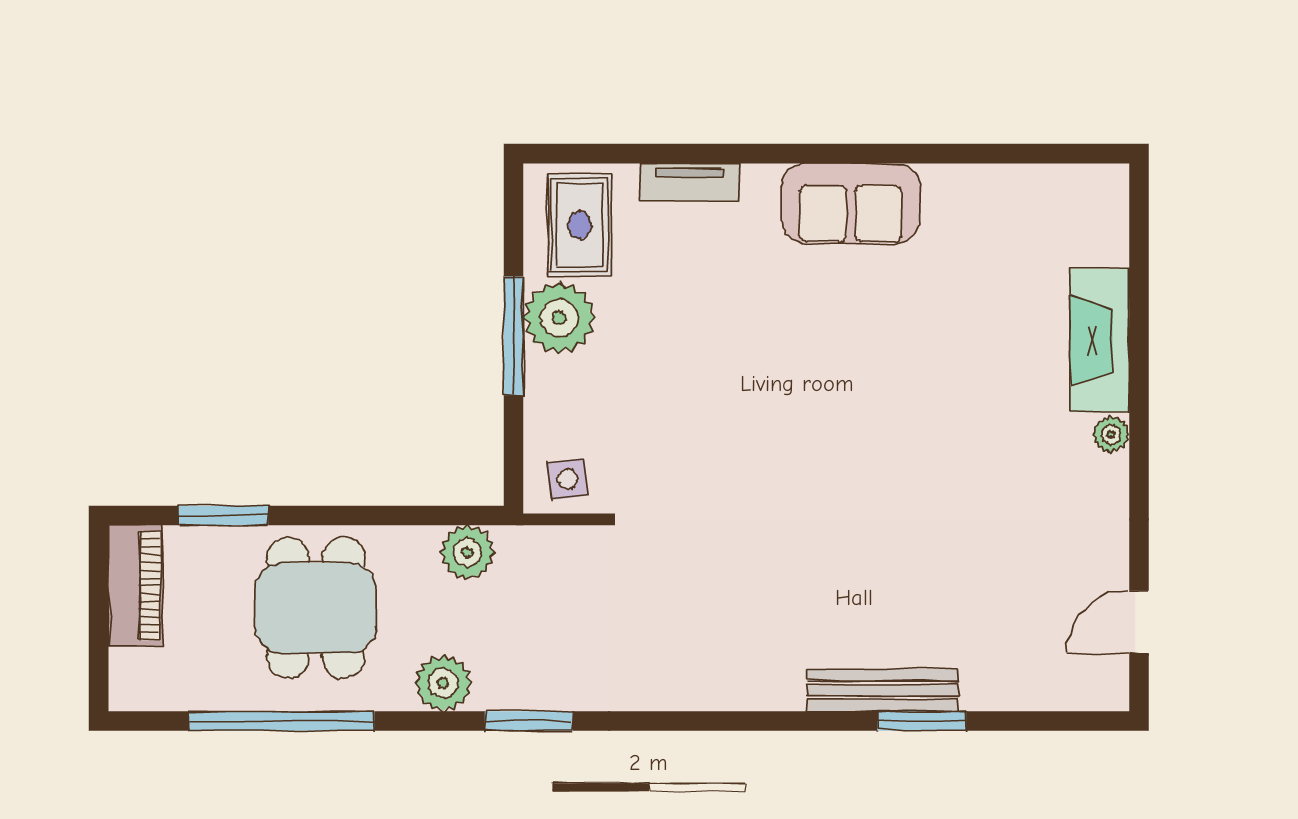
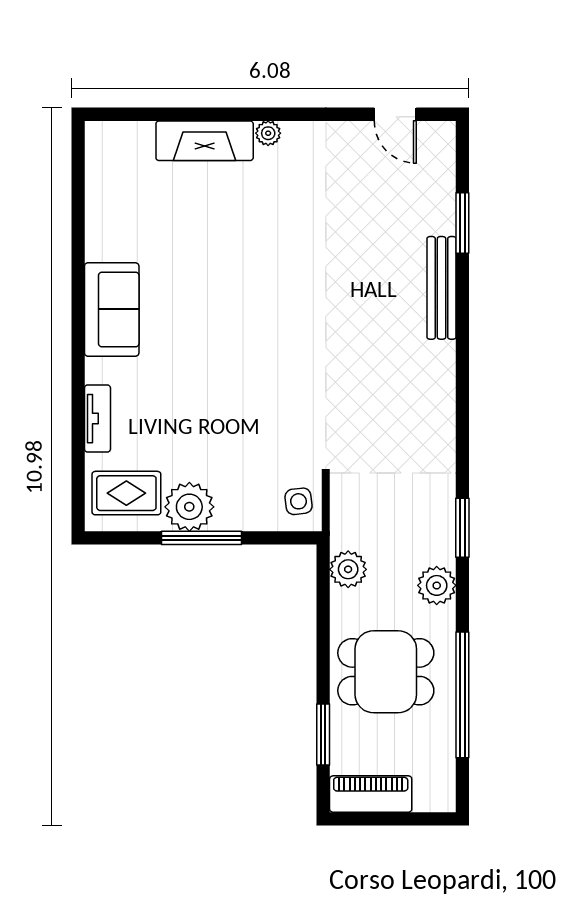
window: (922, 721) -> (462, 223), moved

